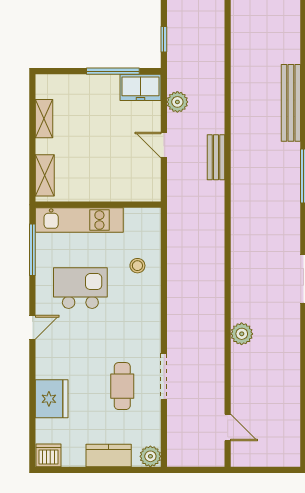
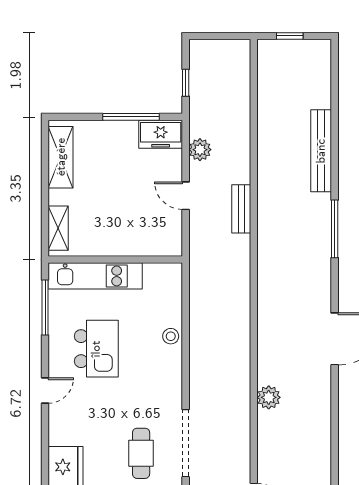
shelving: (44, 119) -> (61, 157), width x1.50, depth x1.33
stool: (137, 266) -> (171, 336), moved
kitchen island: (80, 288) -> (96, 349), turned 90
doorway: (164, 376) -> (186, 443), width x1.36

